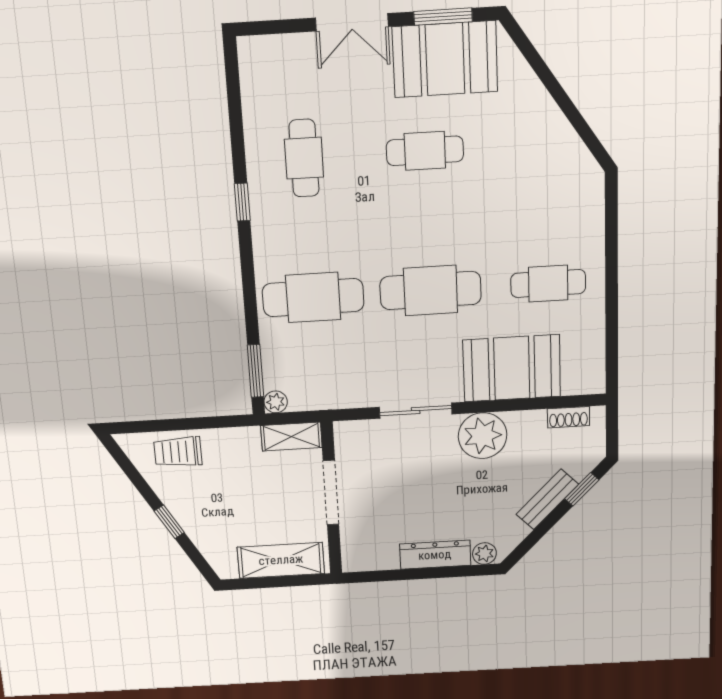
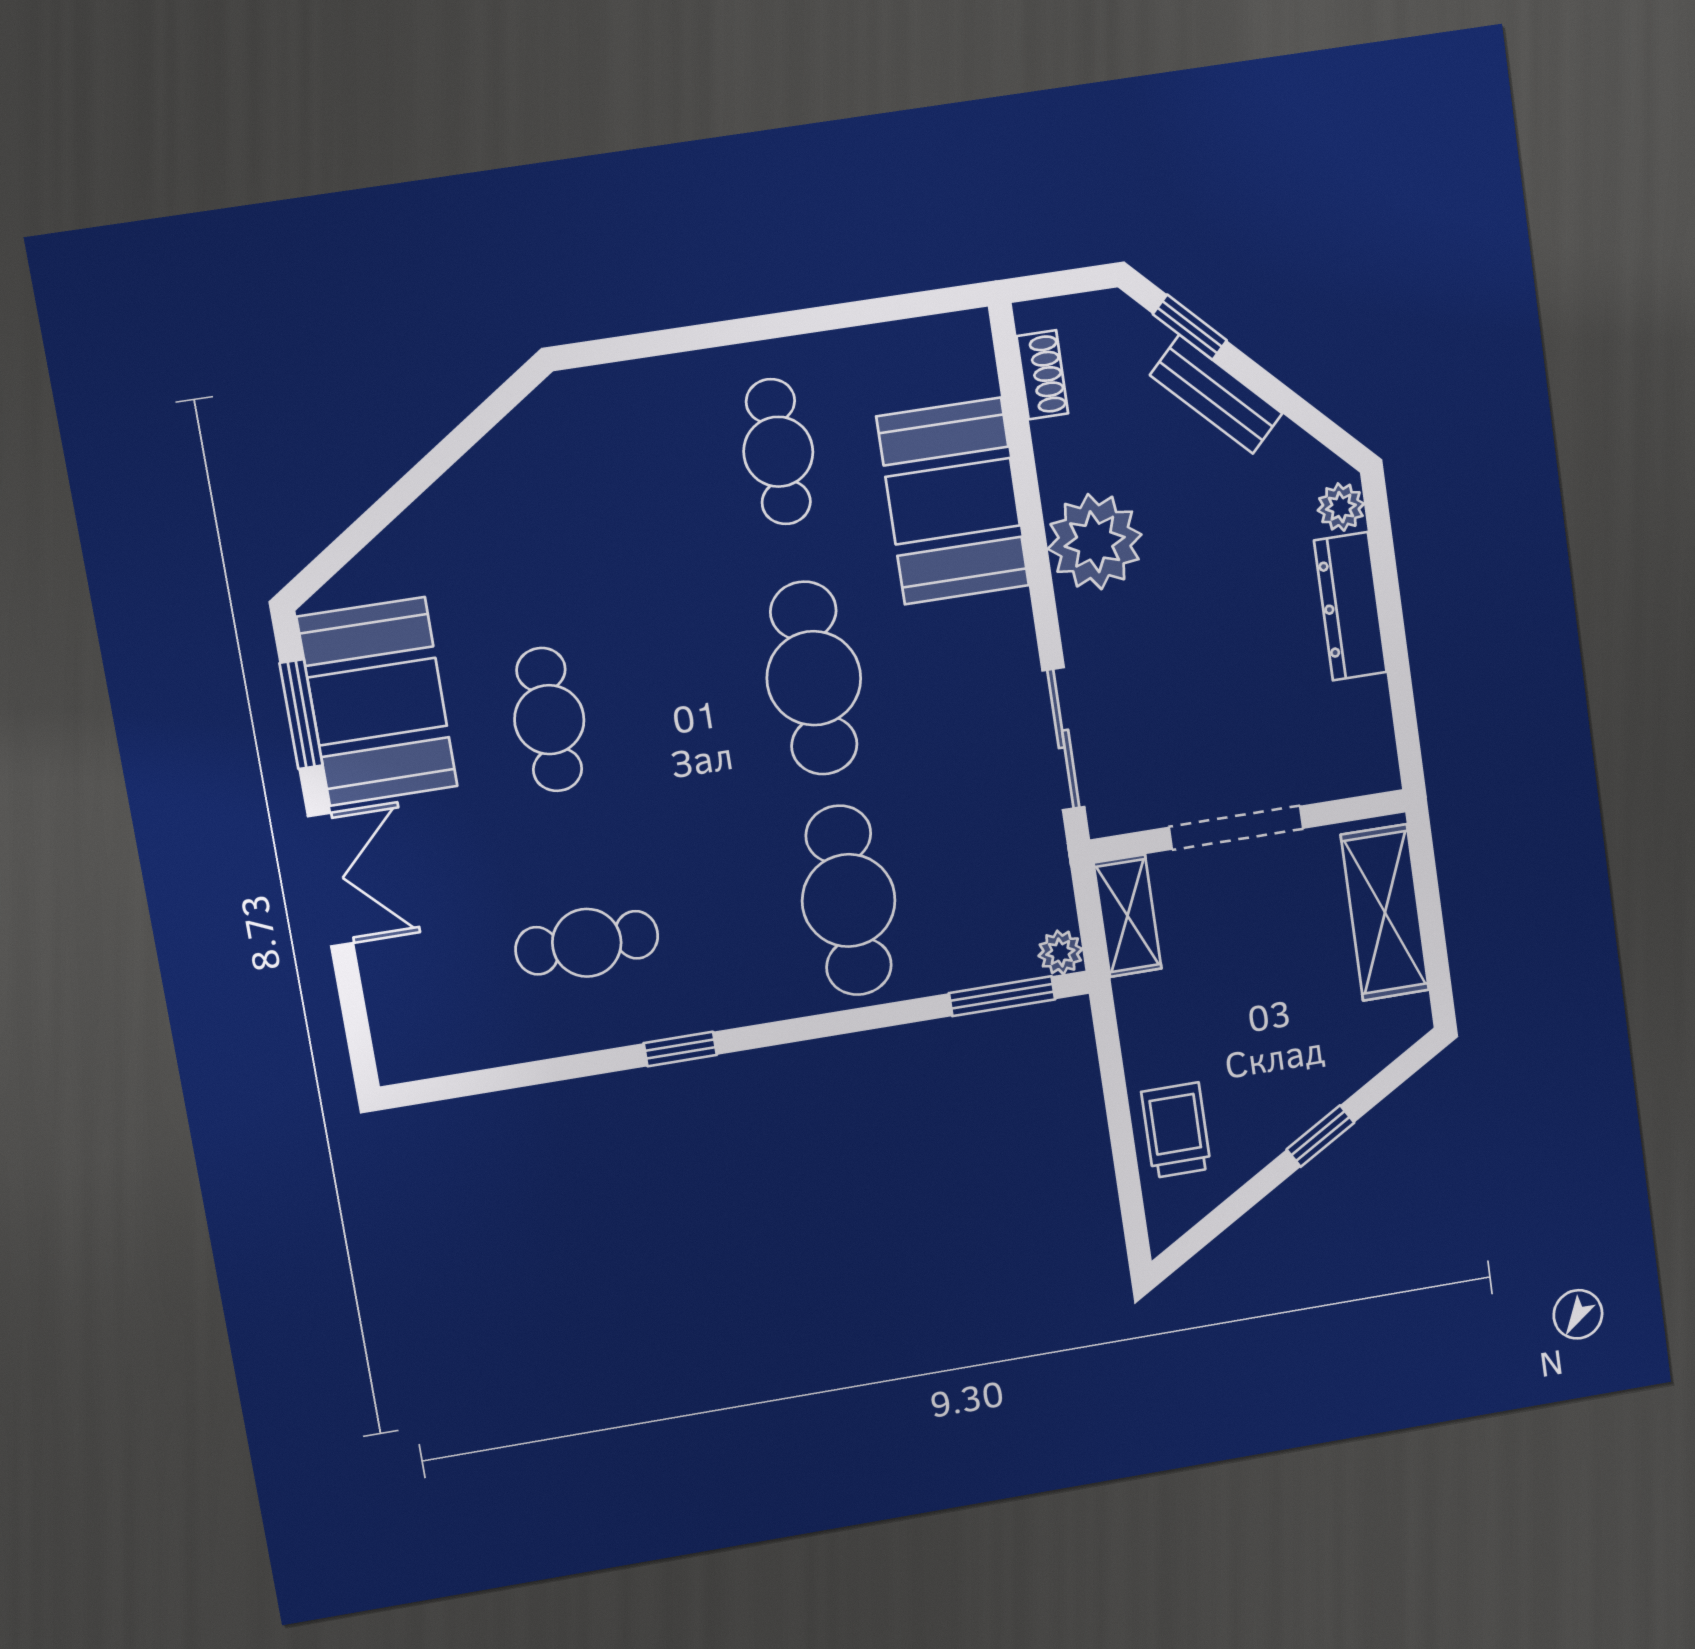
sliding door: (416, 411) -> (1063, 739), moved
trolley: (178, 452) -> (1176, 1130), turned 180

